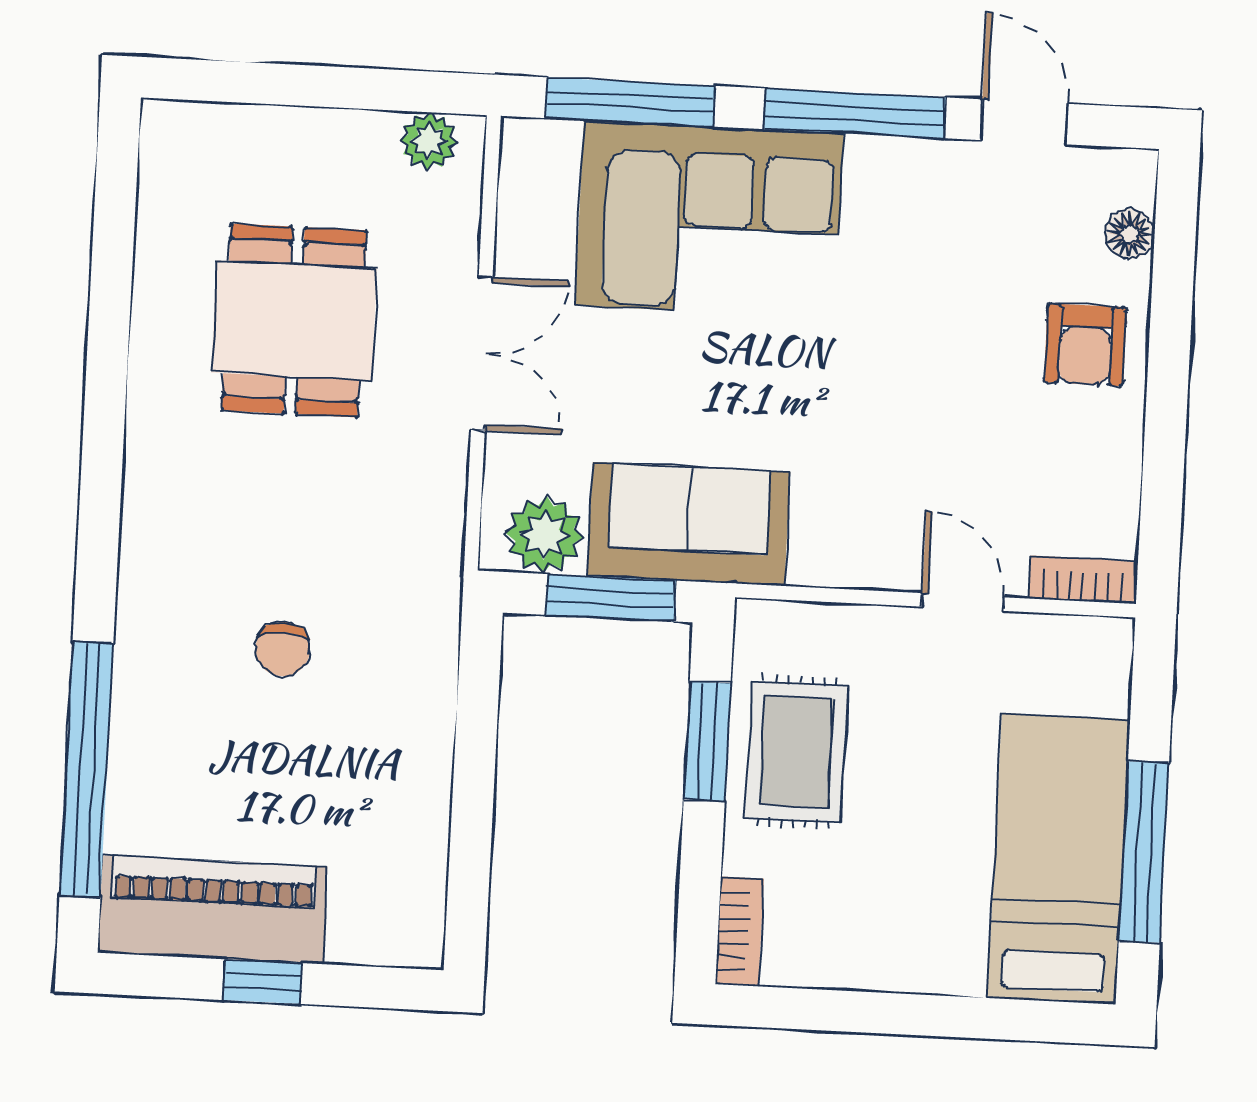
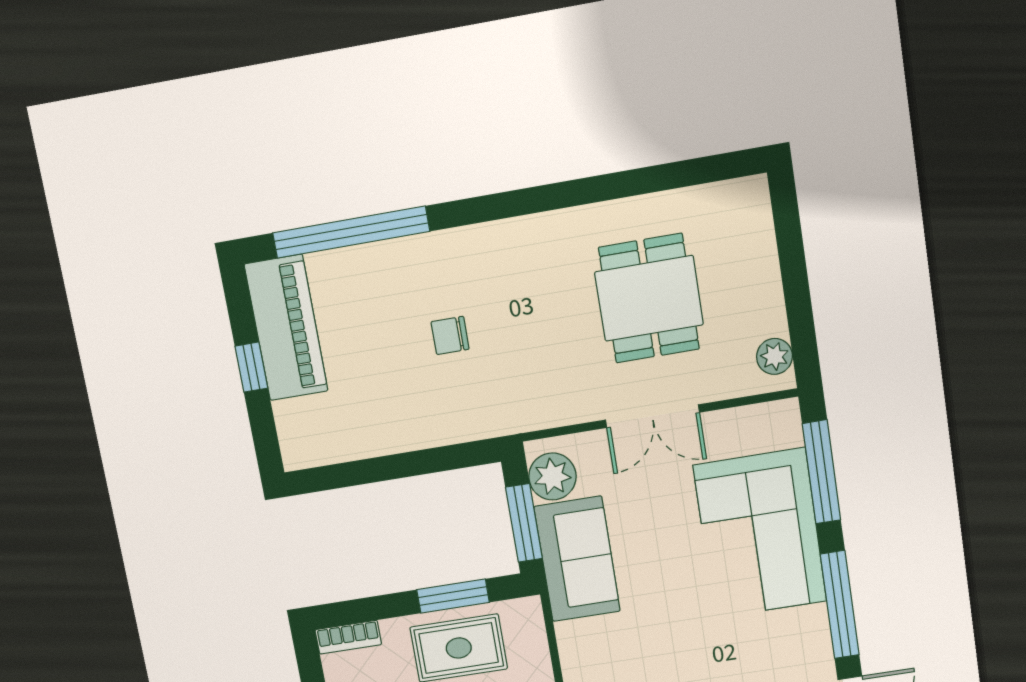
dining table: (294, 320) -> (649, 298), turned 90

